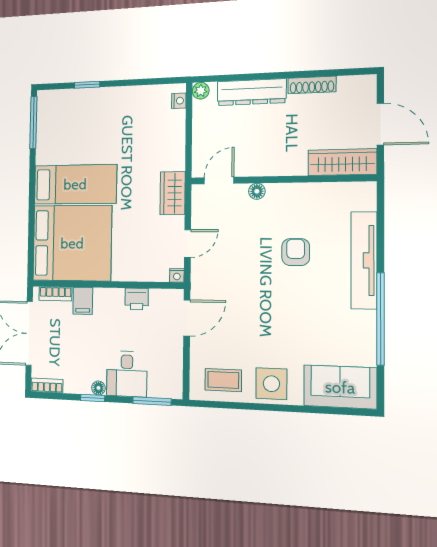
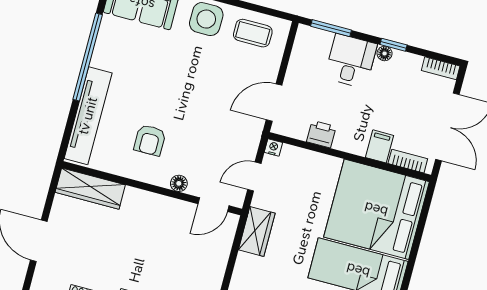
wardrobe: (342, 162) -> (90, 189), moved
wall: (282, 179) -> (152, 188), moved
door: (219, 180) -> (214, 205), moved
floor lamp: (257, 191) -> (179, 183), moved

